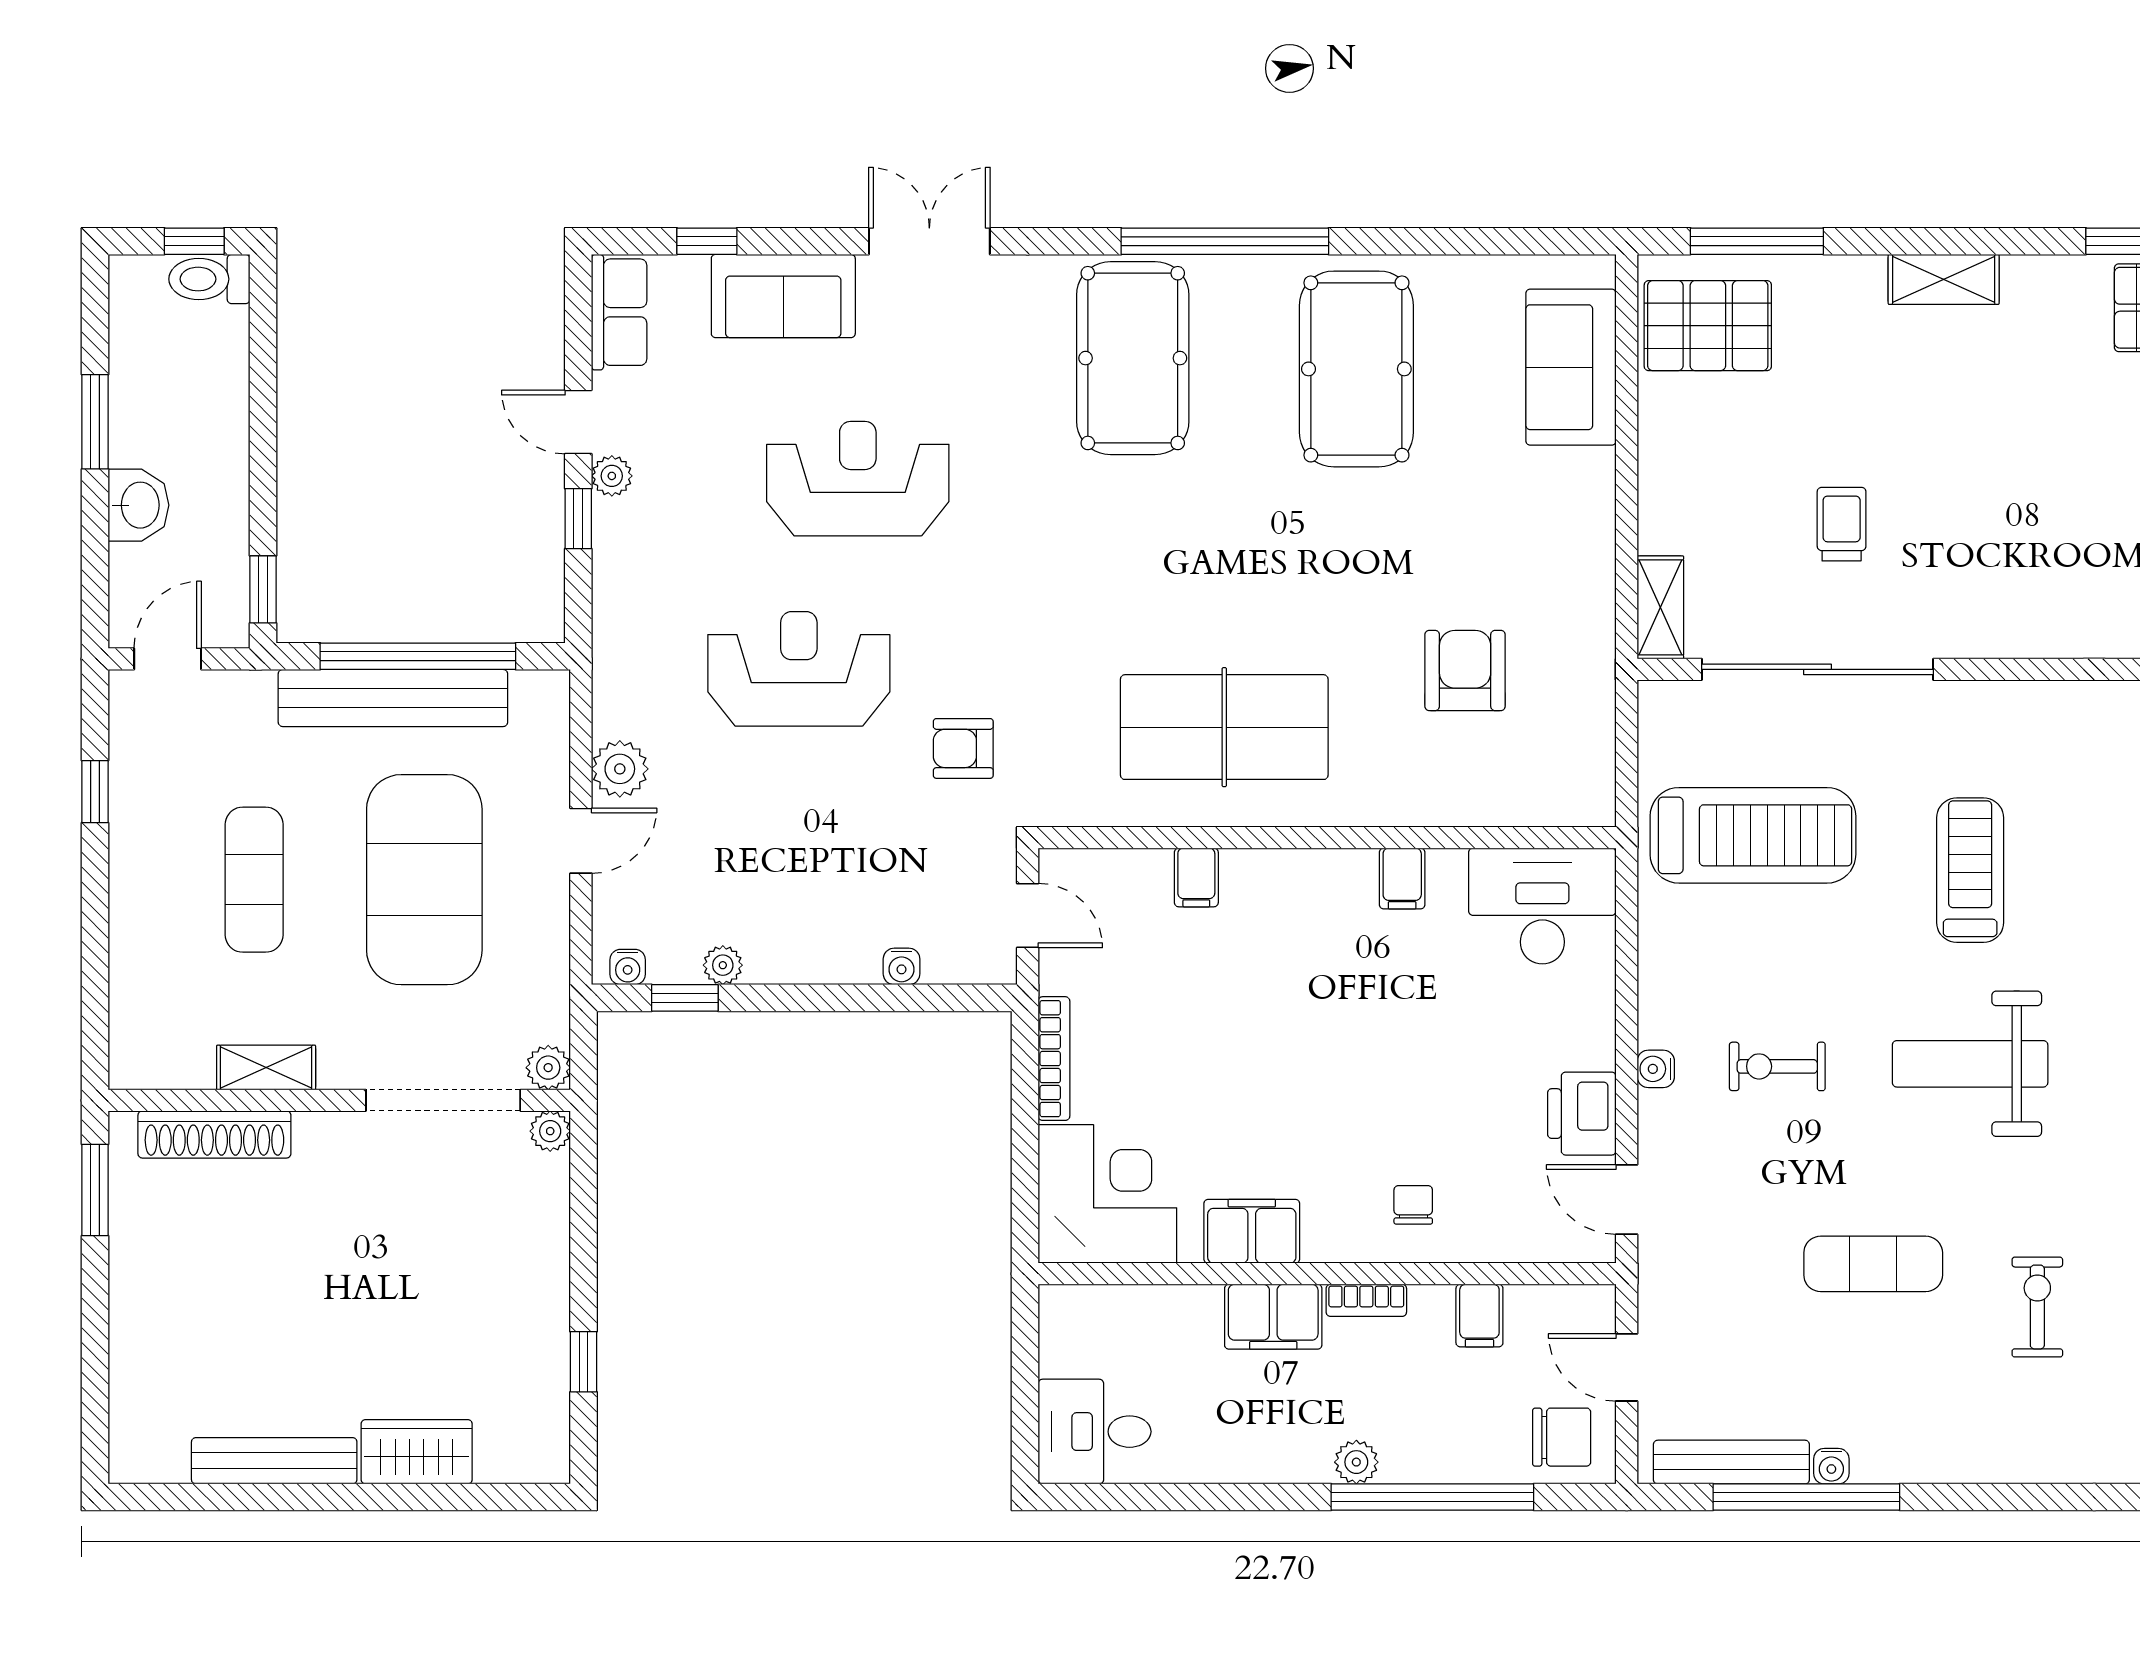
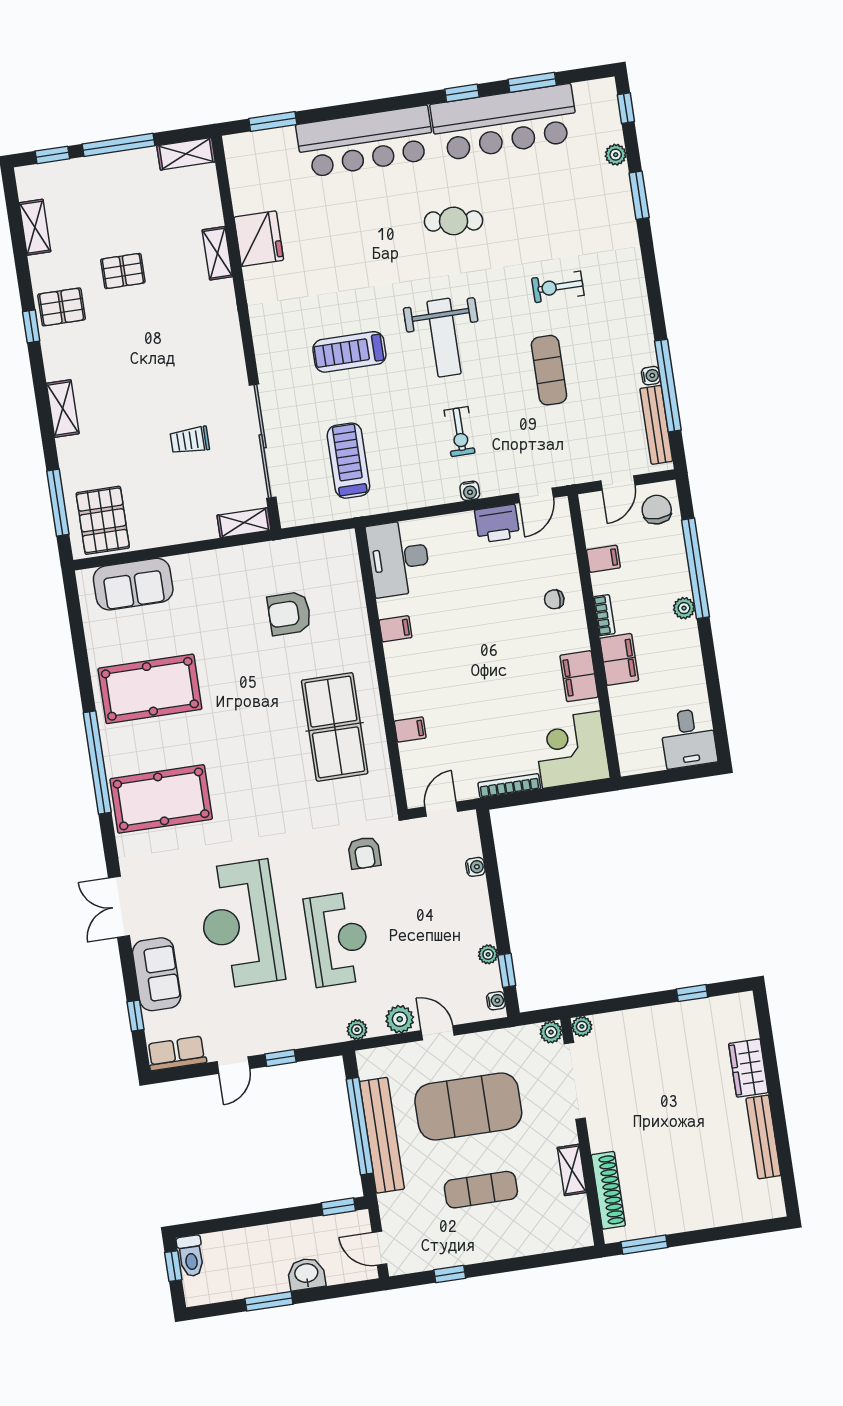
plant: (612, 476) -> (357, 1030), moved
reception desk: (858, 479) -> (240, 924), width x1.36, depth x1.30
reception desk: (799, 669) -> (338, 939), turned 180
treadmill: (1753, 835) -> (348, 461), width x0.73, depth x0.73

